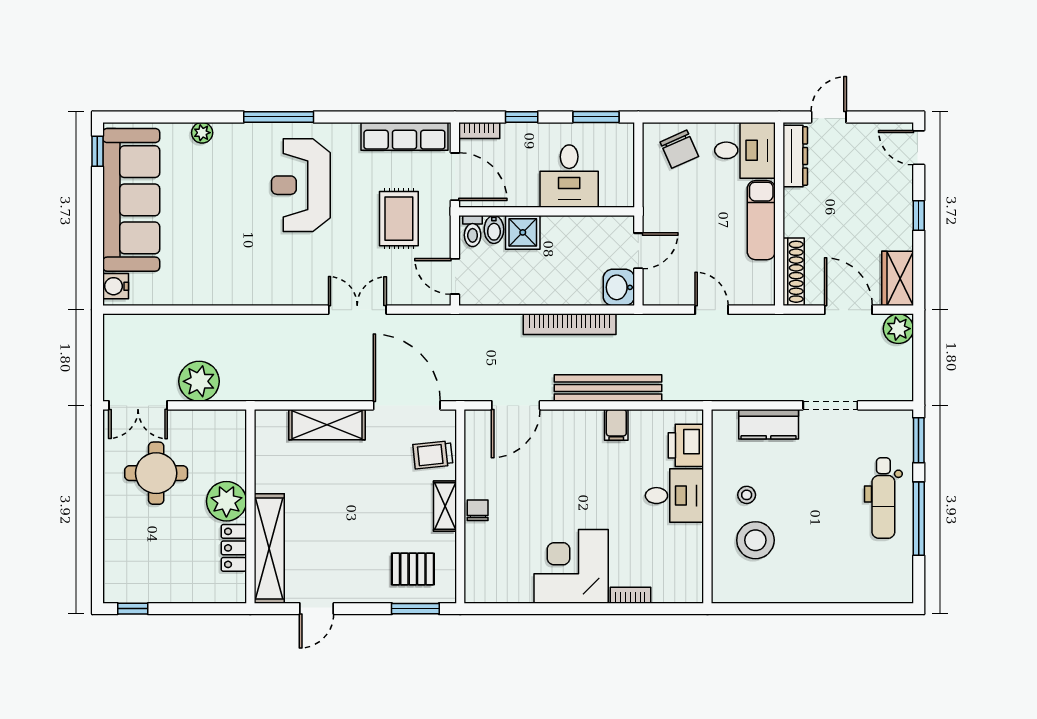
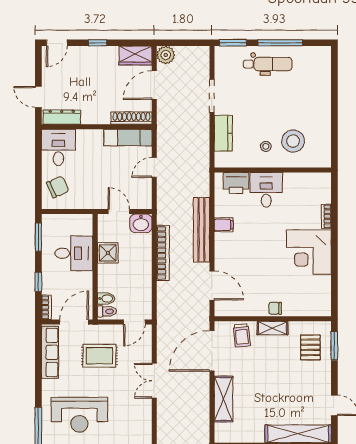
exam couch: (761, 220) -> (128, 138), moved
shower: (523, 232) -> (108, 253), moved

